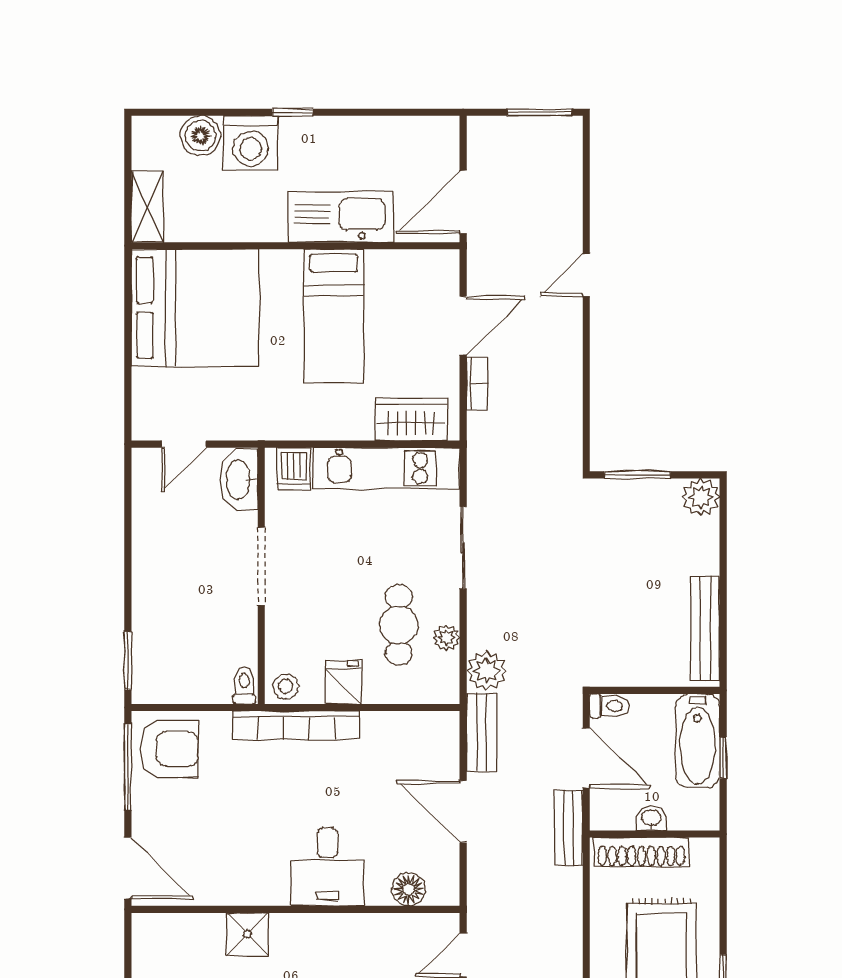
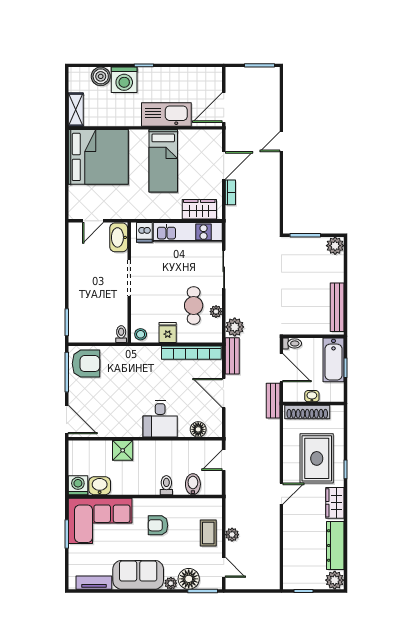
bookcase: (296, 725) -> (191, 353), moved

